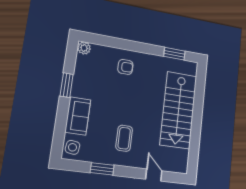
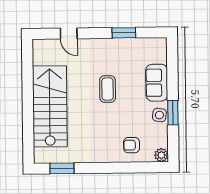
armchair: (125, 67) -> (132, 145), moved
coffee table: (124, 138) -> (108, 89), moved
side table: (72, 147) -> (159, 115), moved

